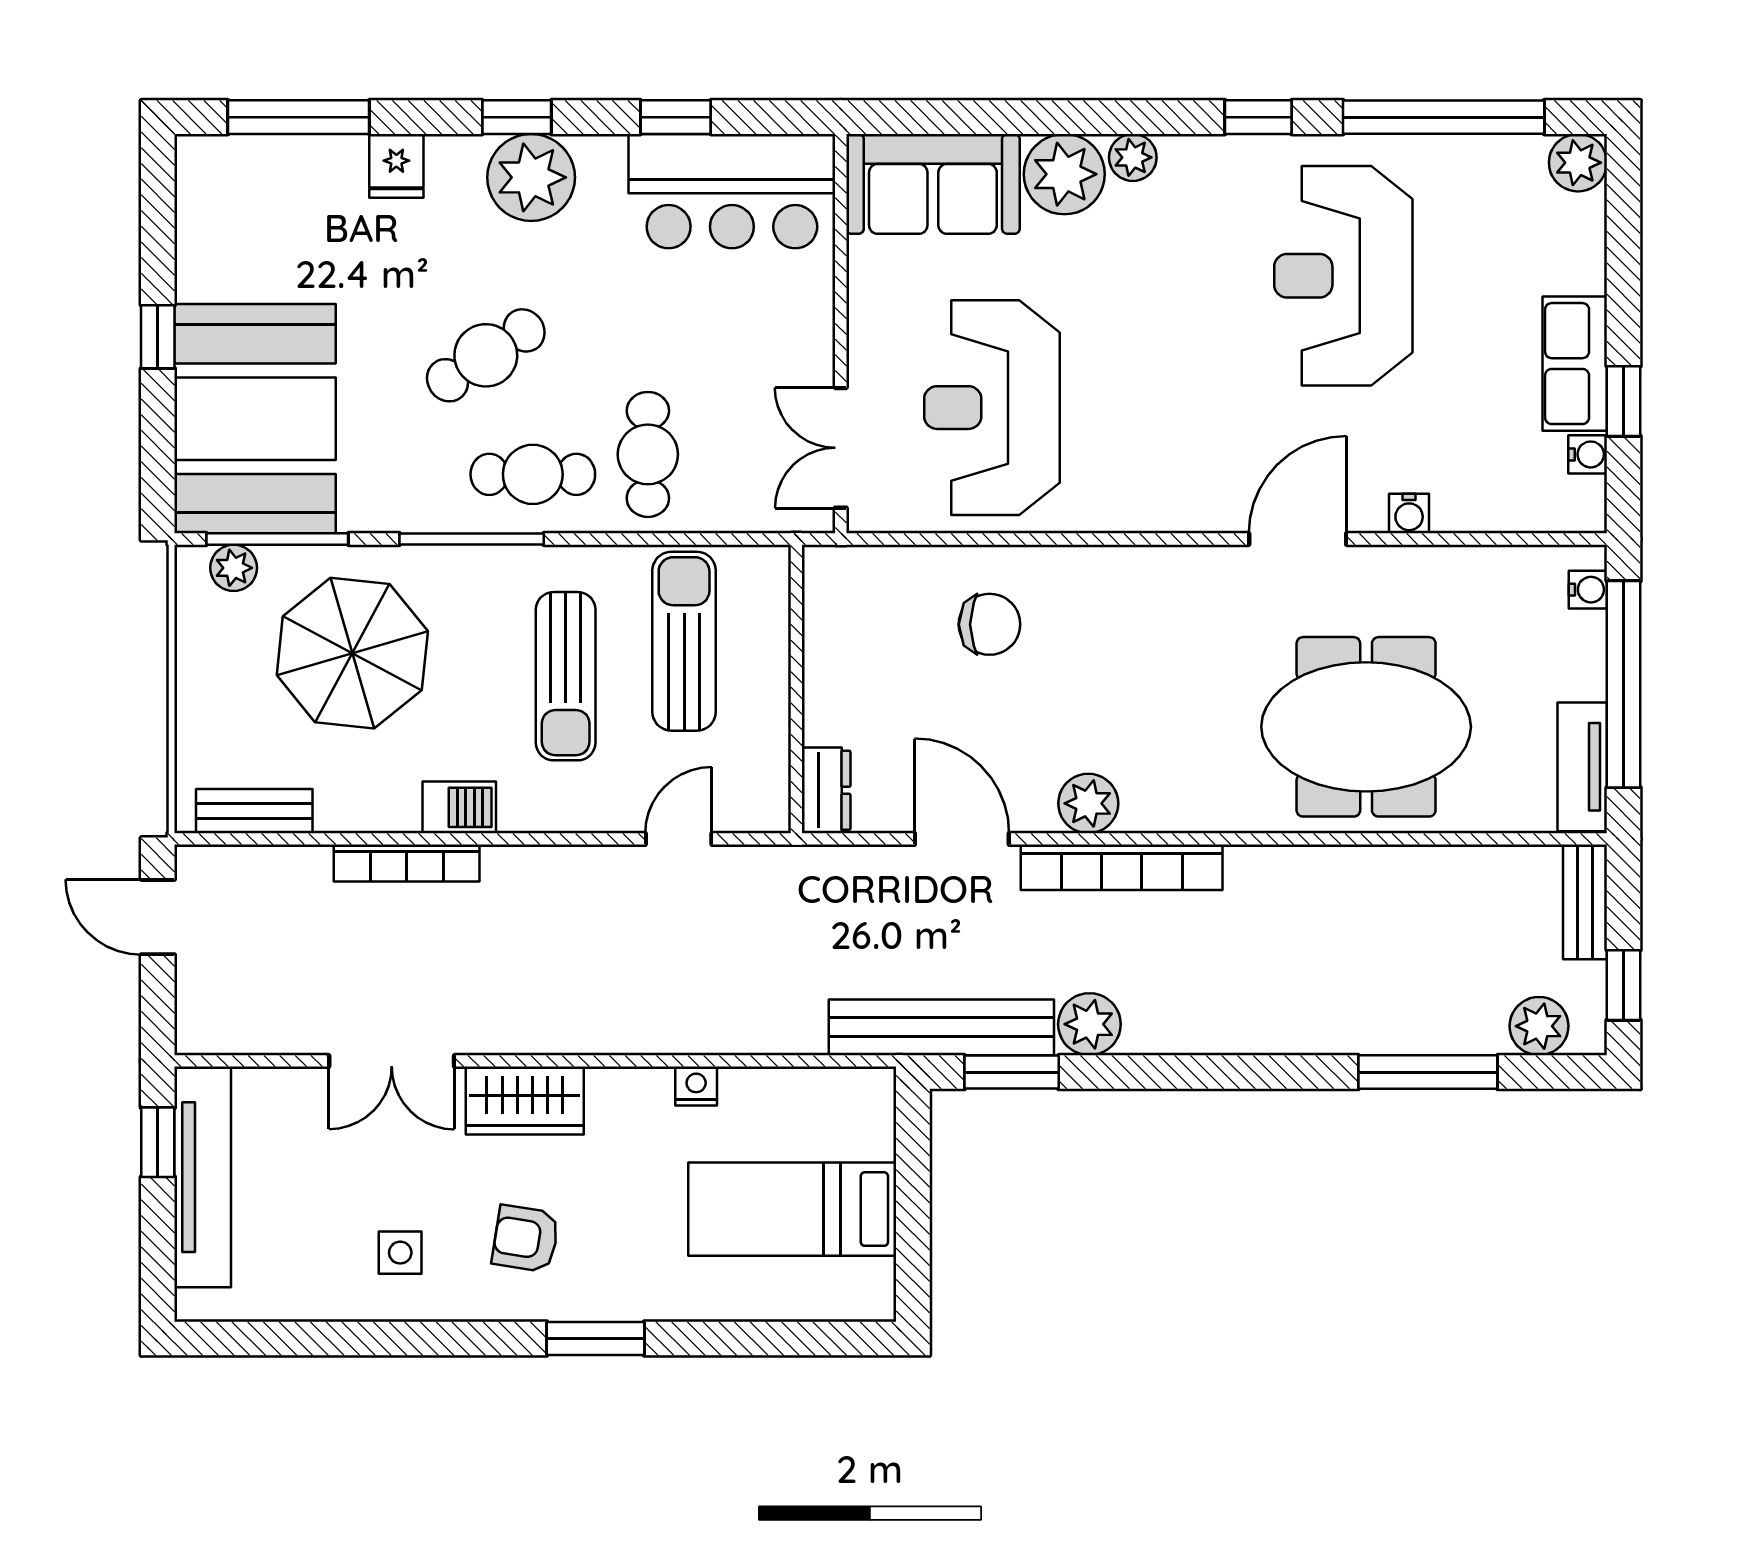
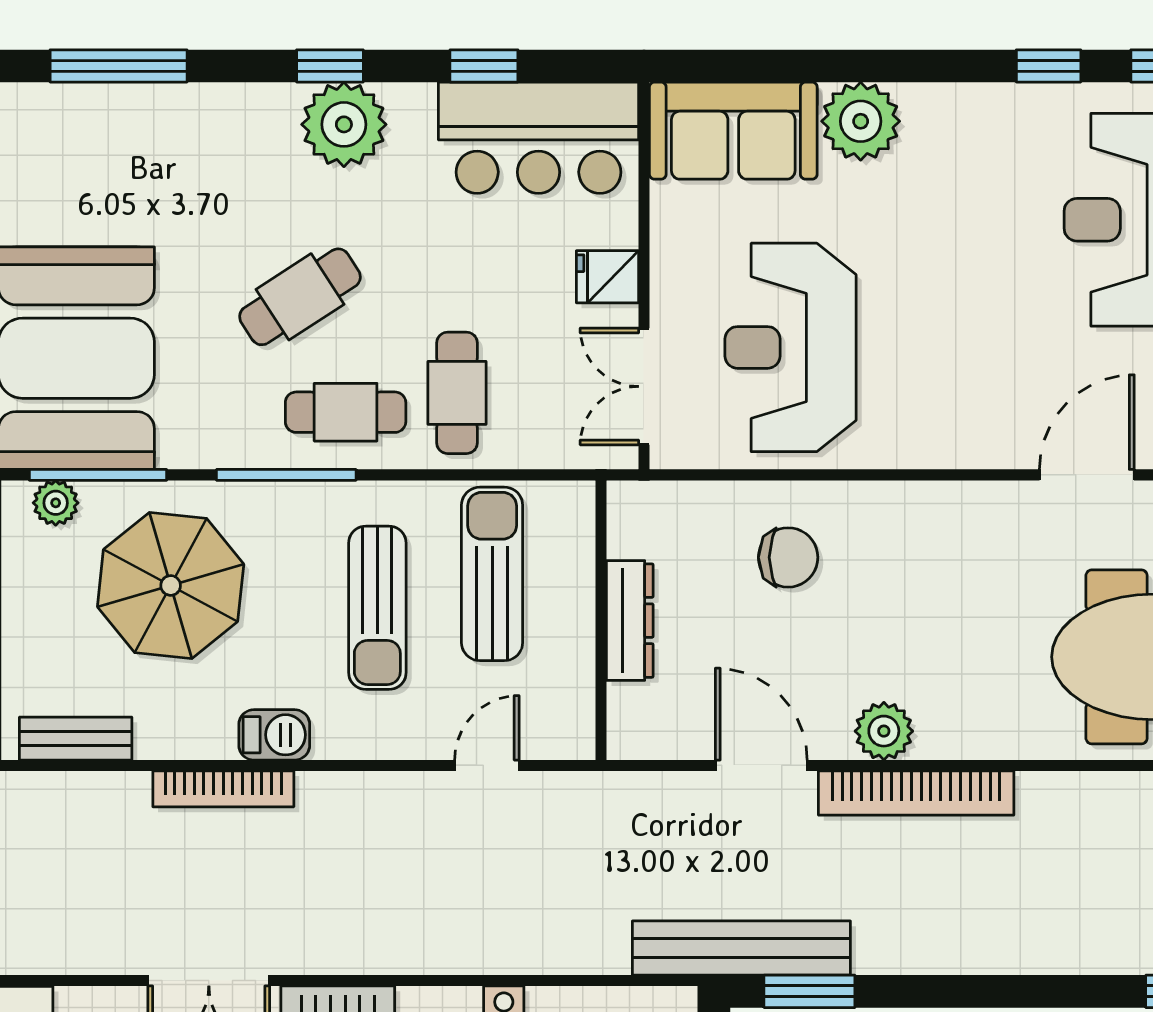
plant: (1133, 157) -> (927, 105), removed
fridge: (396, 166) -> (607, 277), moved, turned 90
dresser: (826, 790) -> (630, 621), moved, width x1.44
plant: (1089, 1024) -> (885, 945), removed

